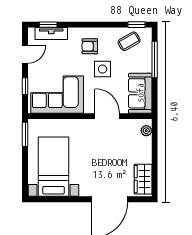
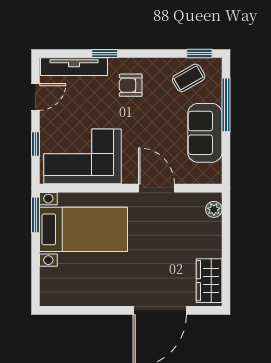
window: (48, 25) -> (105, 53), moved
tv unit: (51, 34) -> (74, 67), width x1.41
side table: (103, 69) -> (149, 119), removed
sofa: (140, 93) -> (205, 133), moved
bed with nightstands: (54, 167) -> (83, 229), moved, turned 90

